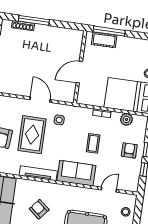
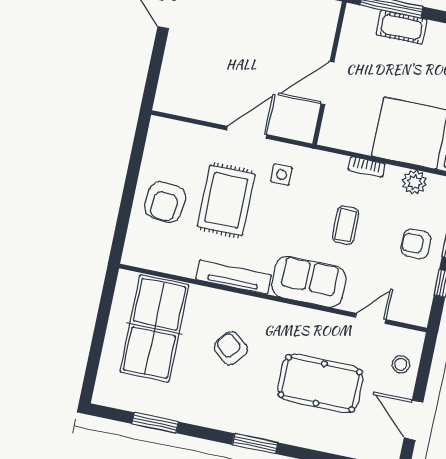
cot: (104, 40) -> (402, 27), moved
door: (40, 100) -> (247, 132), hinge flipped
armchair: (129, 150) -> (416, 244), turned -90

